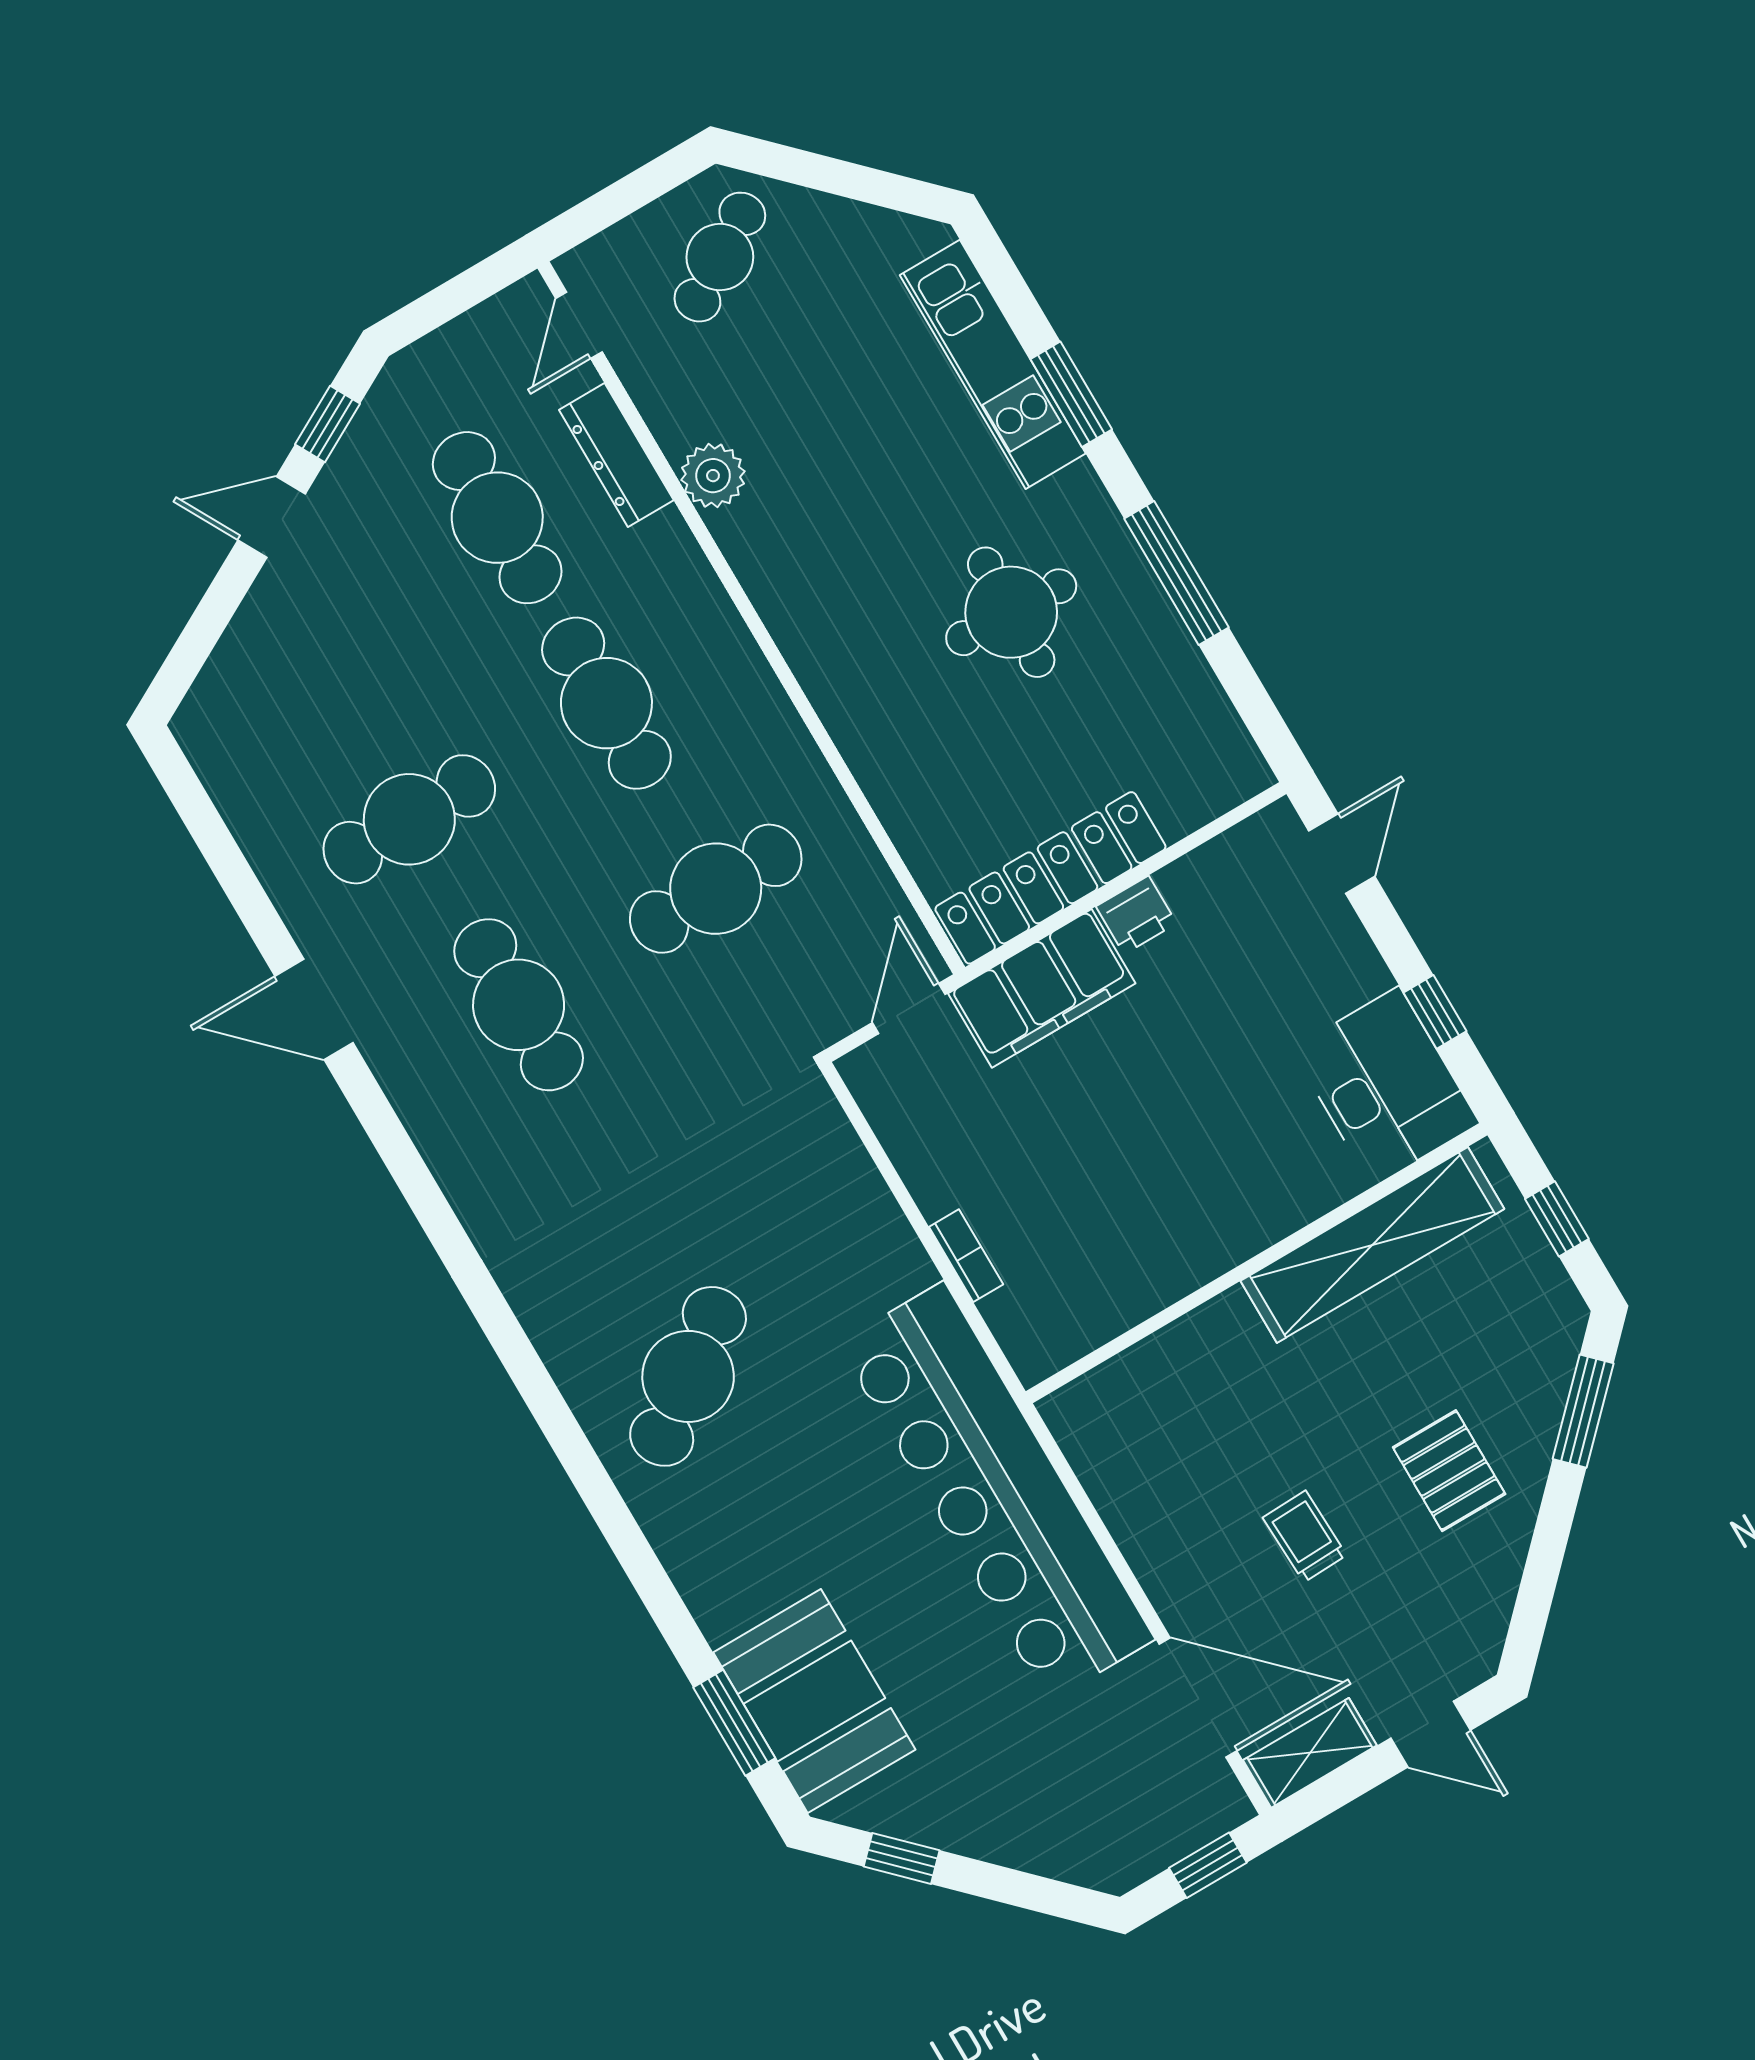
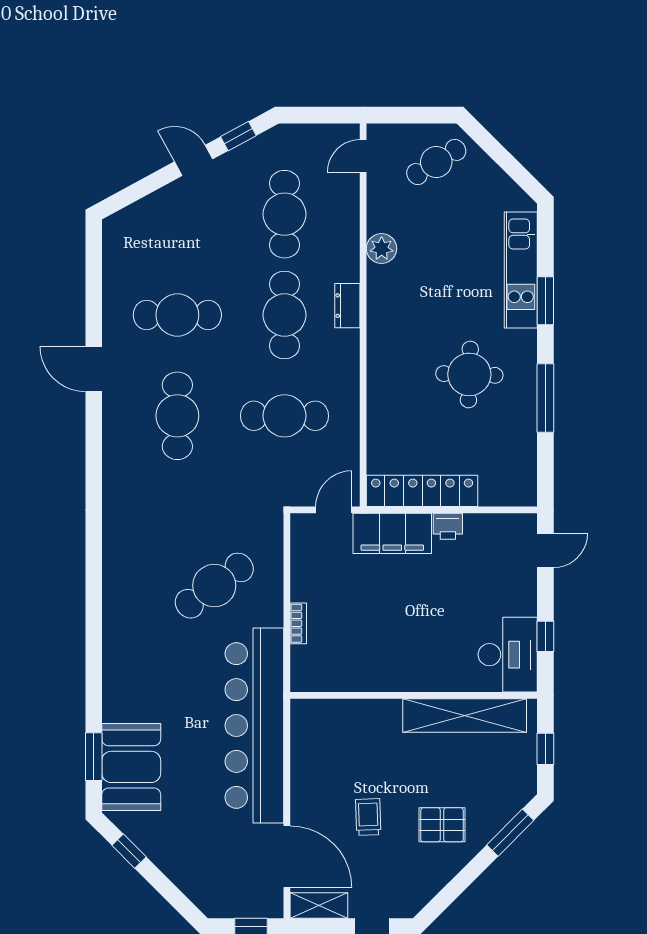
dresser: (616, 455) -> (347, 306), moved, width x0.70
cafe table: (688, 1376) -> (214, 586), moved
pallet: (1449, 1471) -> (442, 825), turned 90

